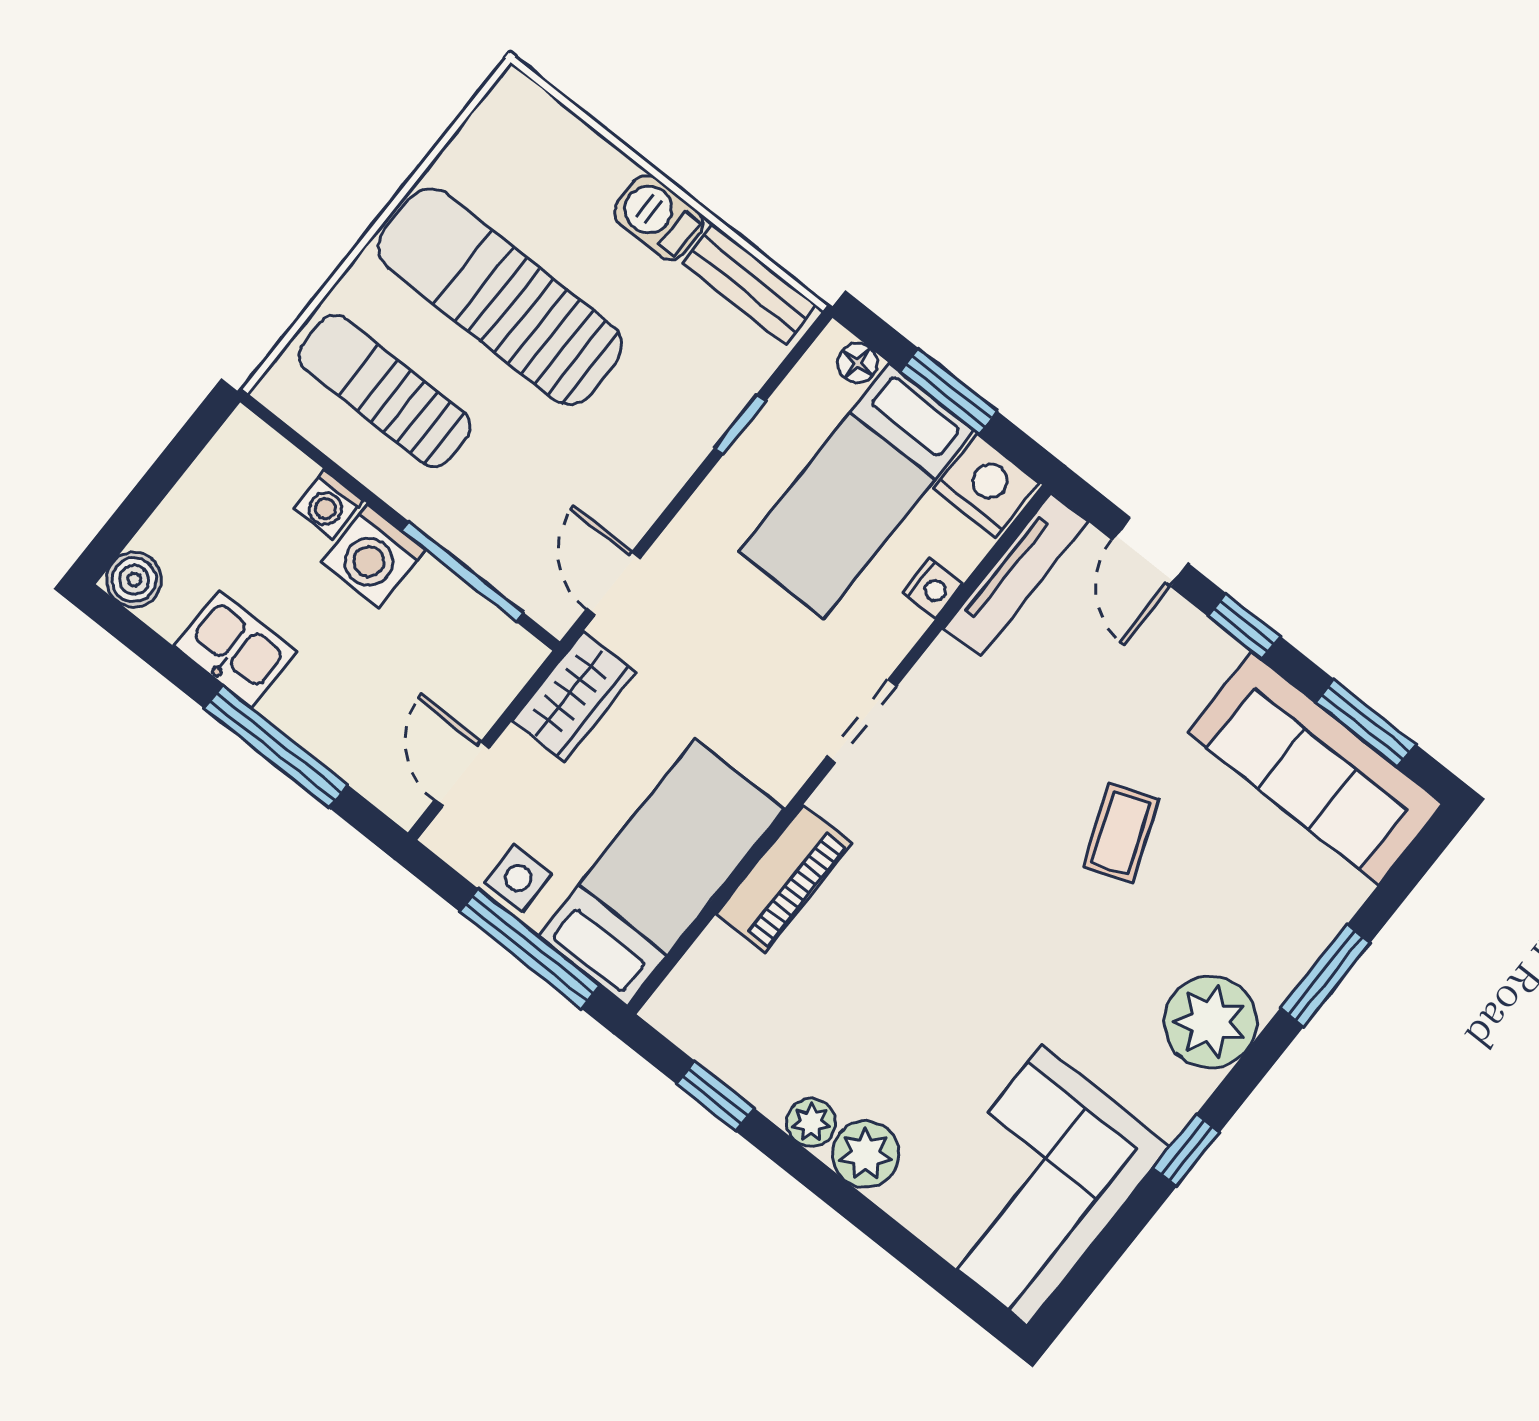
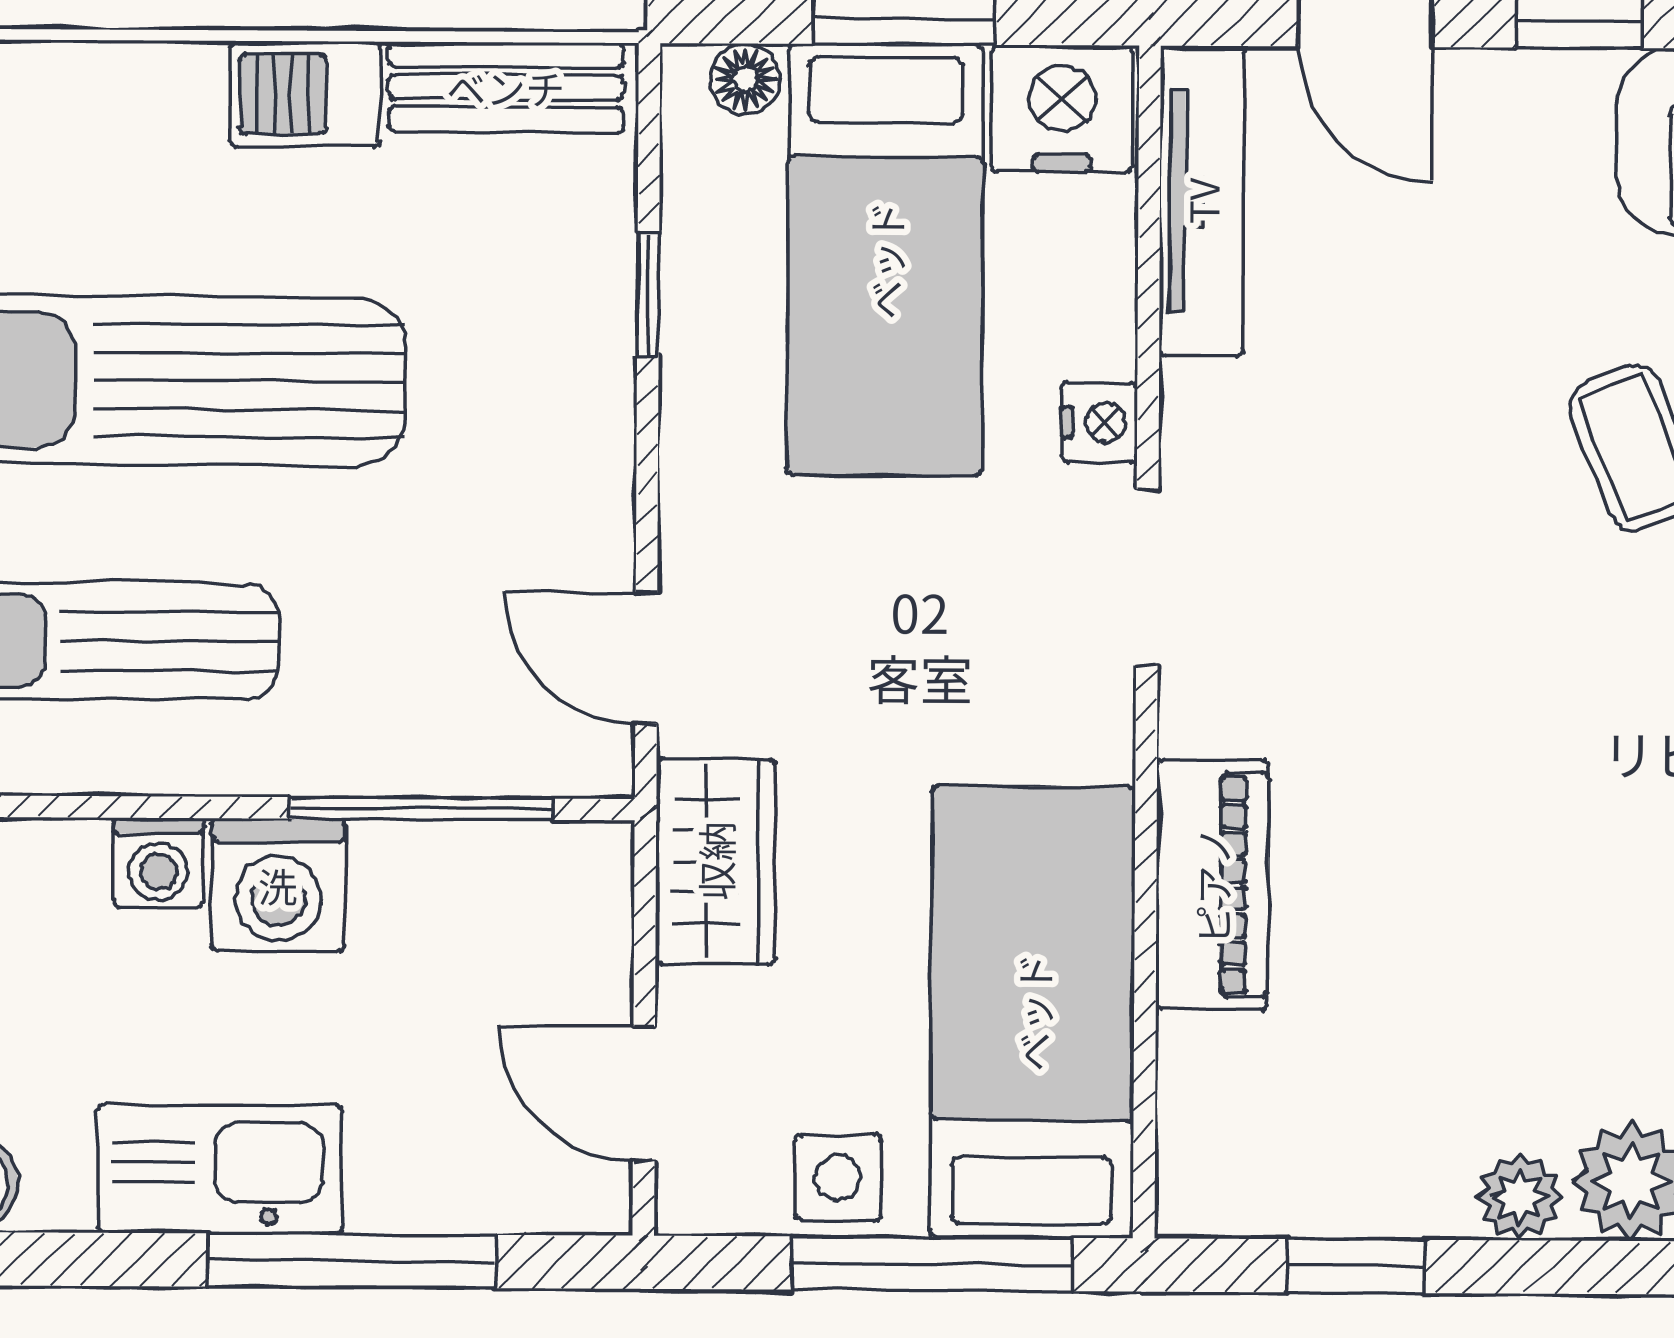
nightstand: (933, 588) -> (1100, 422), moved
kitchen sink: (235, 649) -> (220, 1169), width x1.38

